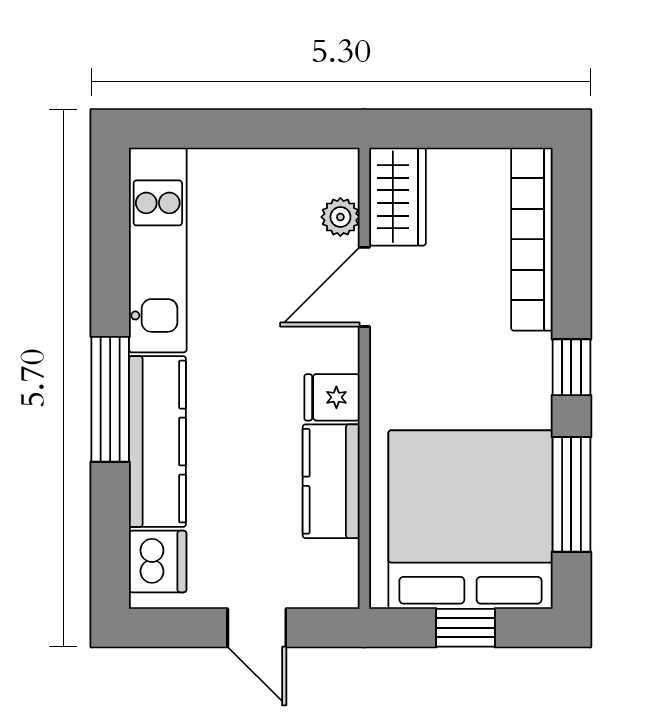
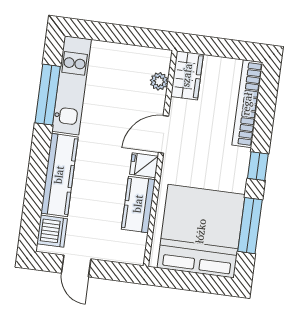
door: (364, 287) -> (163, 134), moved
window: (110, 399) -> (48, 95), moved
door: (257, 628) -> (76, 266), moved
window: (465, 628) -> (192, 281), removed

